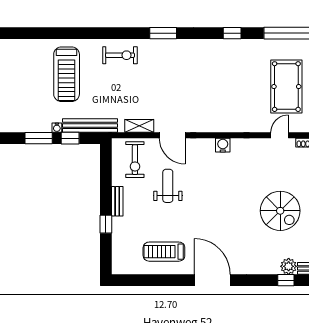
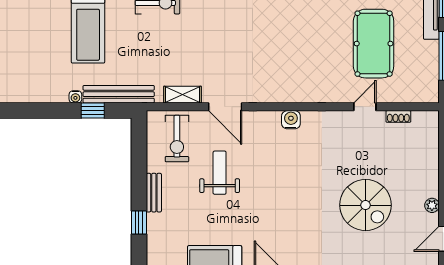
window: (39, 138) -> (52, 110), removed

